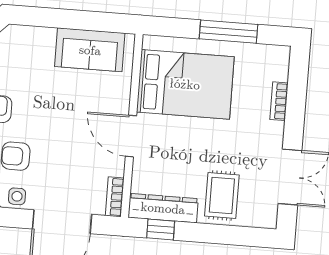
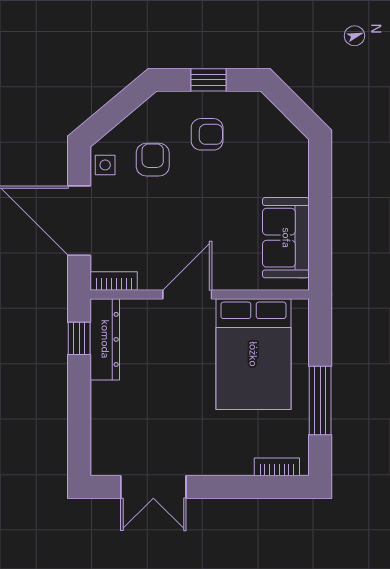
bookcase: (279, 101) -> (277, 467), moved
rug: (222, 195) -> (125, 408), removed

